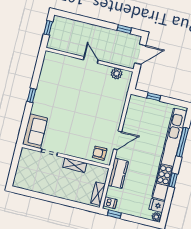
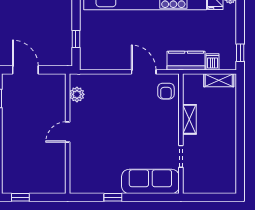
wall: (90, 60) -> (68, 134), moved
door: (91, 60) -> (68, 132), moved
plant: (117, 74) -> (77, 94), moved
sofa: (35, 131) -> (150, 181), width x1.36
dishwasher: (110, 203) -> (212, 62), moved

